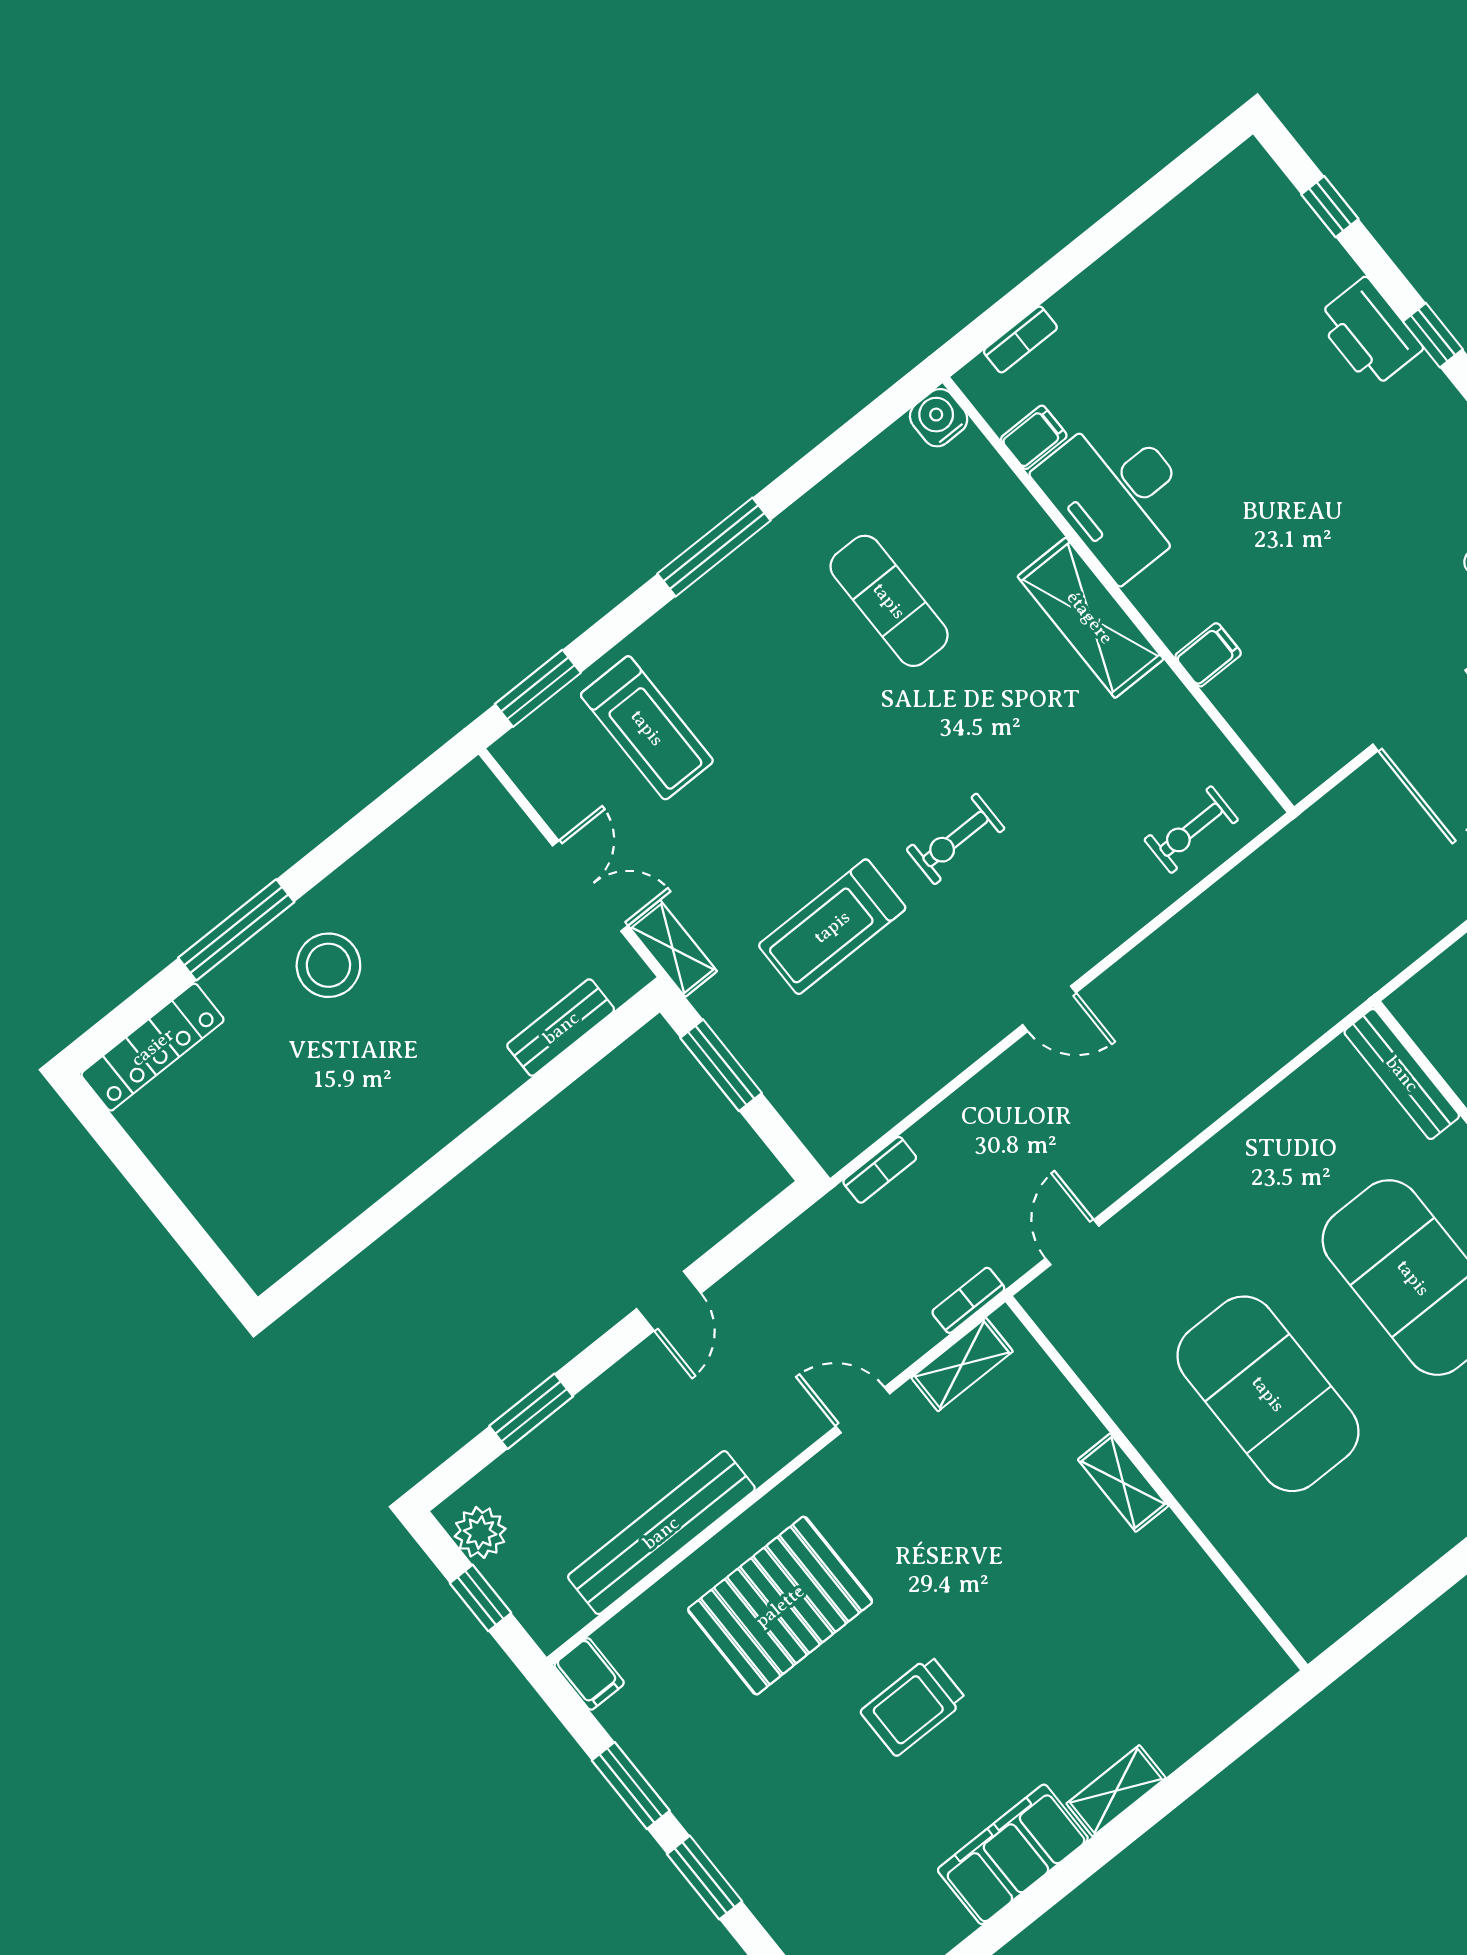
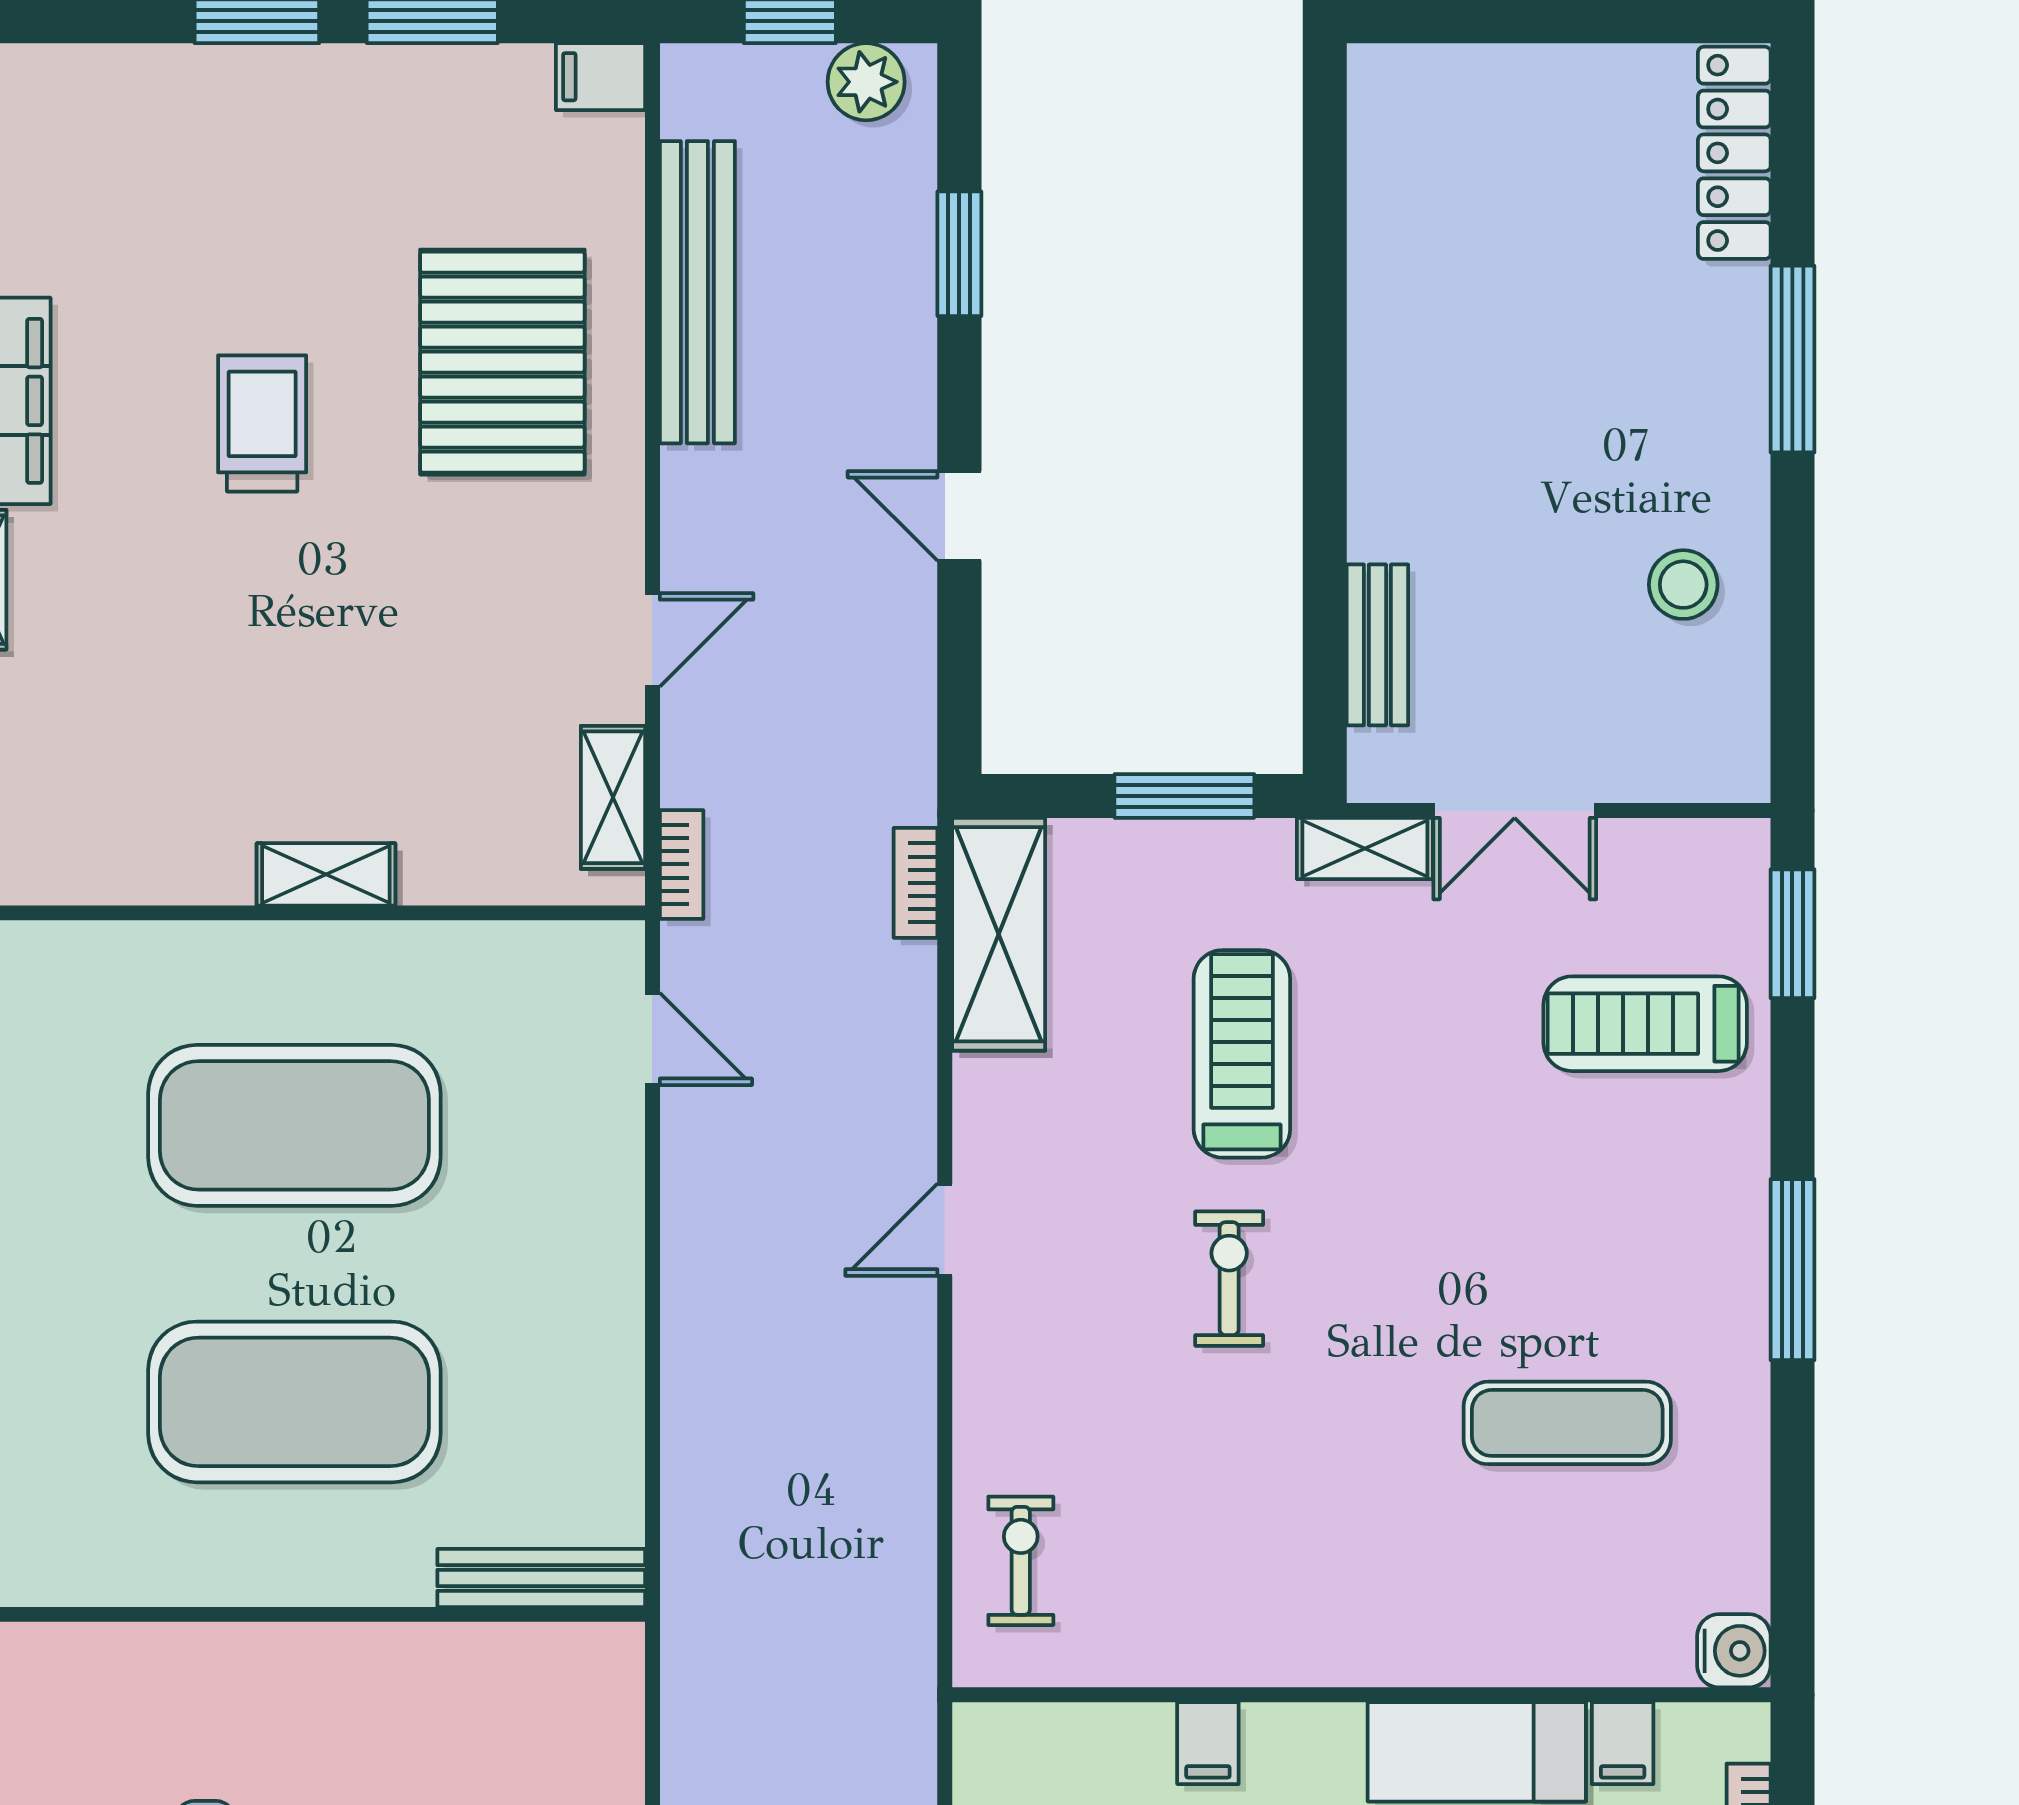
shelving: (1090, 618) -> (999, 934), moved, turned 90
stool: (328, 965) -> (1683, 585), moved, width x0.73, depth x0.73

